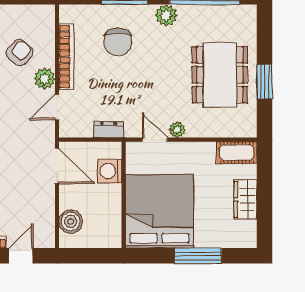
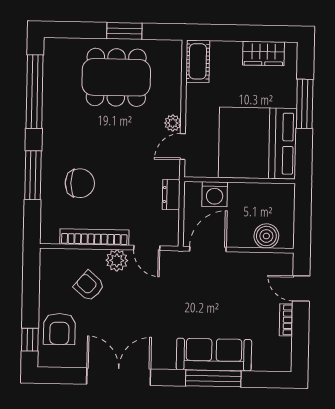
plant: (166, 15) -> (53, 132), removed
wardrobe: (245, 199) -> (263, 53), moved

